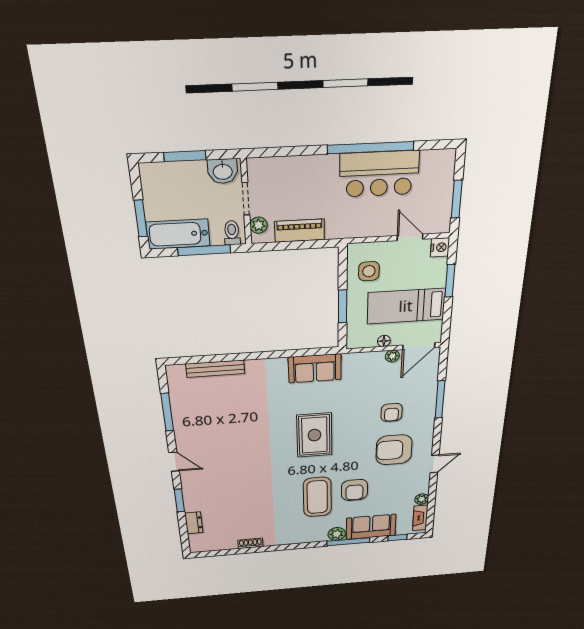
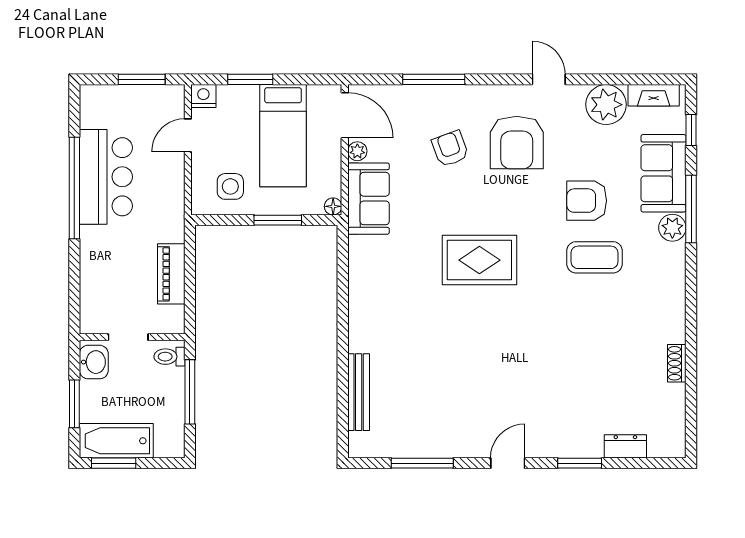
window: (141, 218) -> (114, 463), moved
plant: (259, 225) -> (162, 324), removed
bathtub: (178, 234) -> (116, 441), moved, turned 90
floor lamp: (384, 341) -> (333, 206), moved
sofa: (315, 368) -> (368, 199), moved
armchair: (392, 412) -> (450, 149), turned -110
armchair: (354, 490) -> (587, 201), turned 180
coffee table: (317, 497) -> (594, 257), width x0.73, depth x0.76
plant: (422, 499) -> (606, 105), width x1.88, depth x1.88

